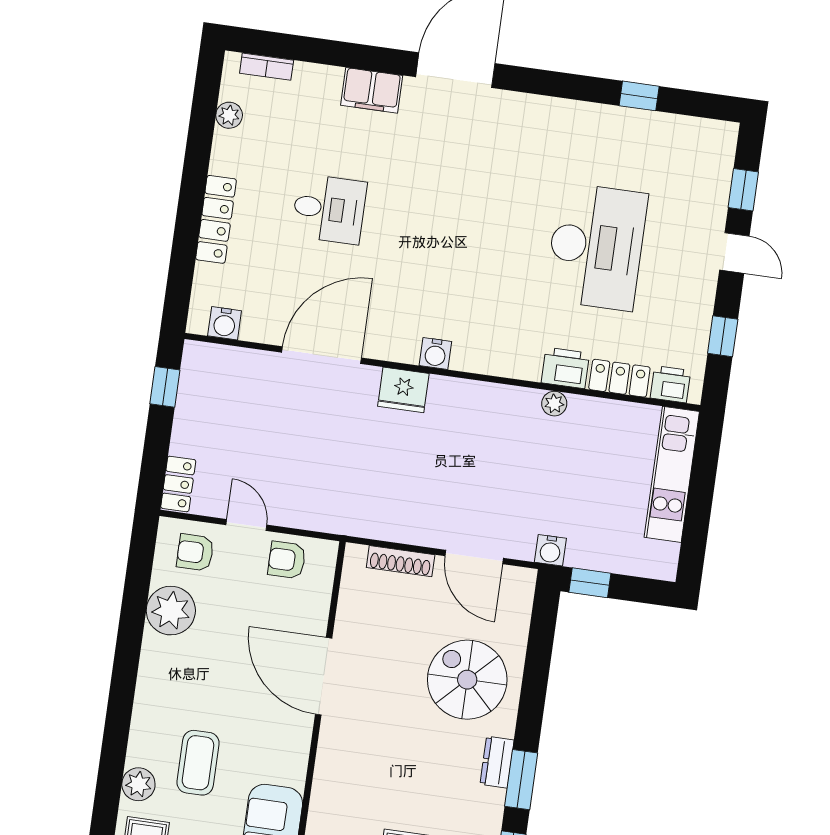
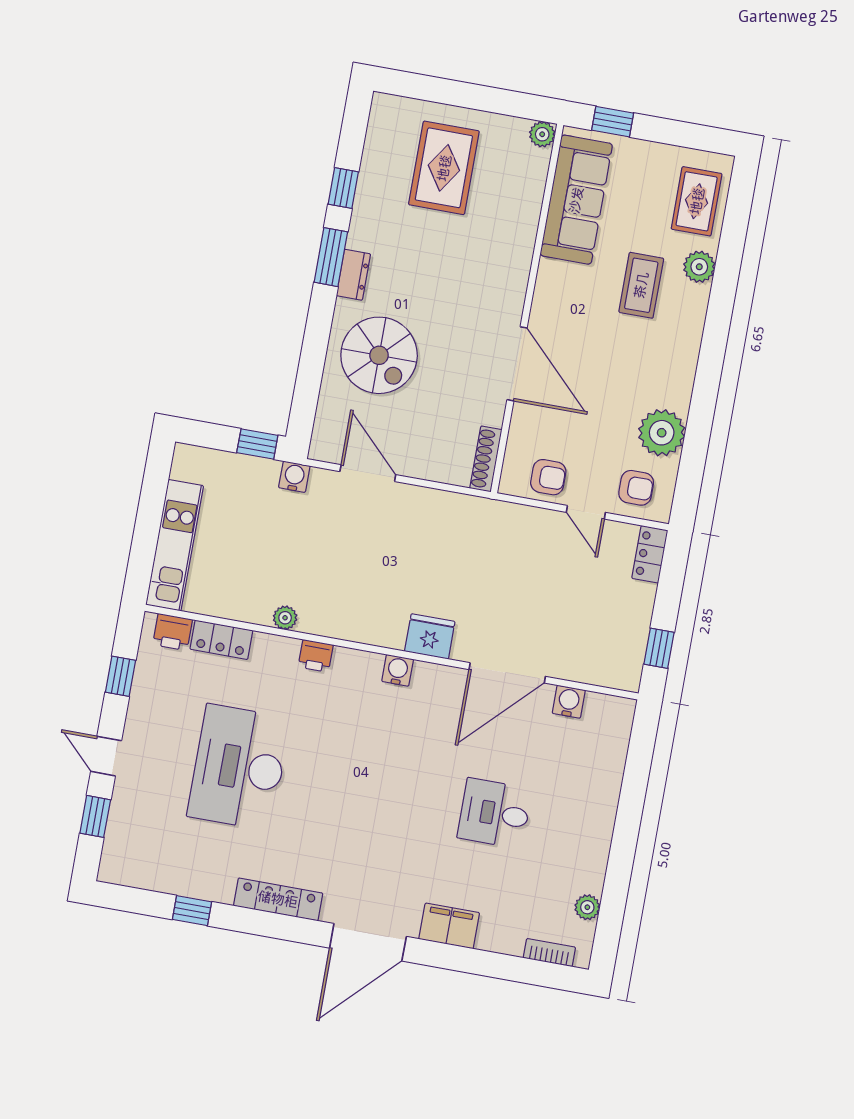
locker: (216, 219) -> (278, 899), moved, turned 90
water cooler: (225, 323) -> (569, 702), moved
printer: (565, 368) -> (316, 656), moved, width x0.73, depth x0.81
shoe rack: (401, 561) -> (486, 459), moved, turned -90

